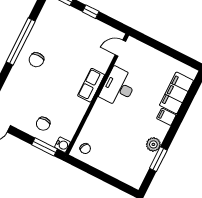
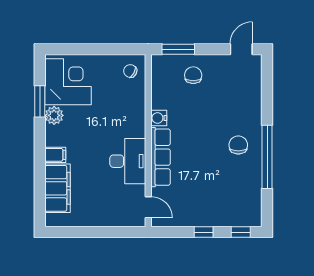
door: (120, 48) -> (148, 207), hinge flipped
row of seats: (91, 85) -> (160, 157), width x1.48
water cooler: (63, 145) -> (159, 118), moved
corner desk: (132, 163) -> (68, 82), added

